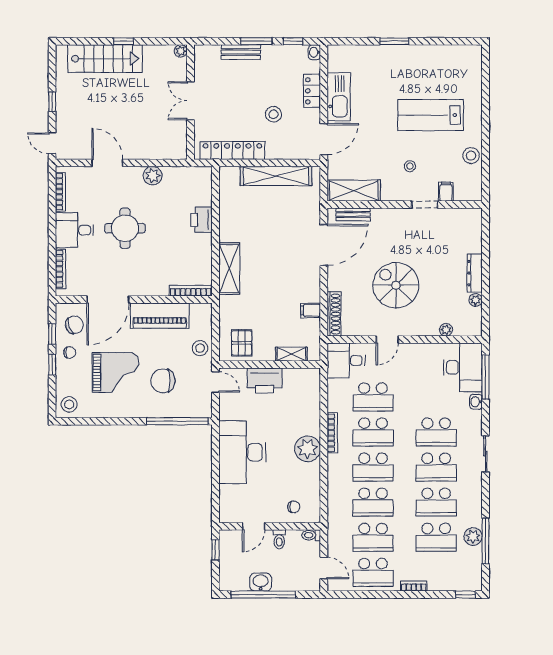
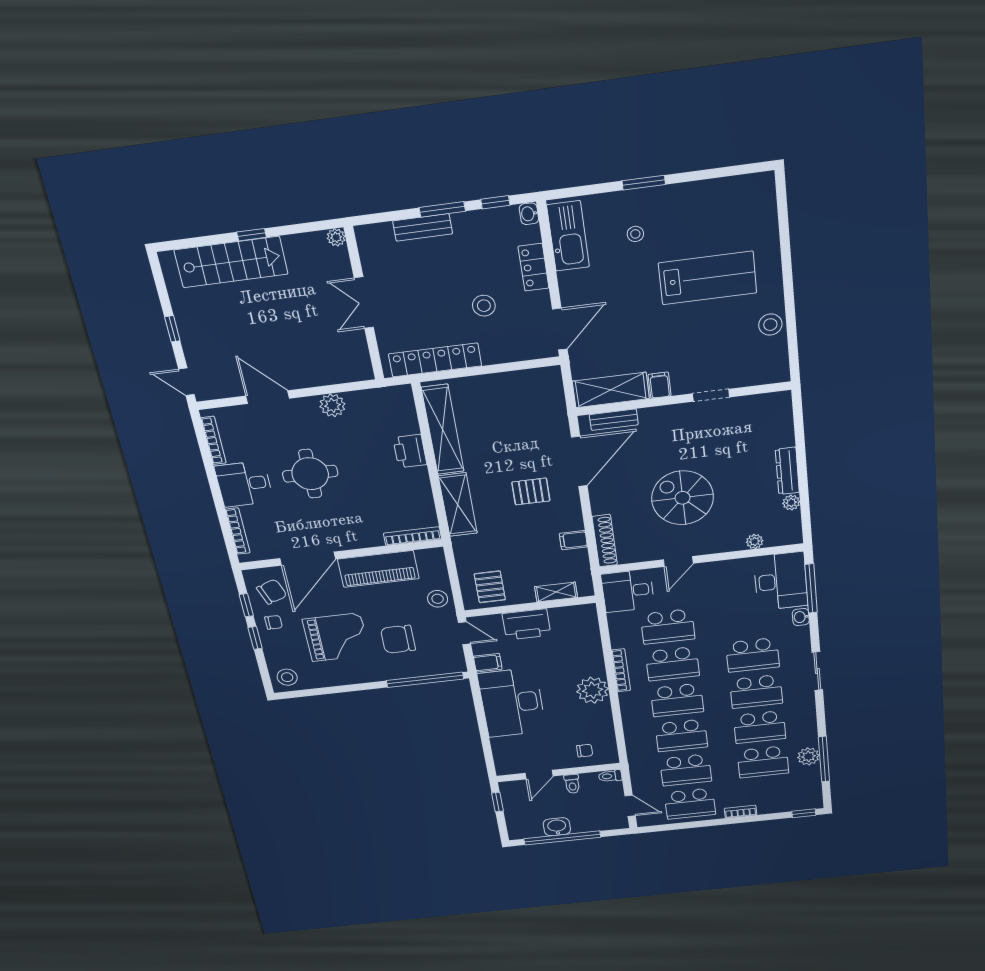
kitchen sink: (339, 97) -> (568, 236), moved
lab bench: (431, 115) -> (708, 278), turned 180
stool: (410, 166) -> (635, 234), moved
shelving: (276, 176) -> (443, 430), moved, turned 90
filing cabinet: (446, 192) -> (660, 385), moved
pallet: (285, 265) -> (531, 491), added
filing cabinet: (229, 412) -> (488, 663), added

